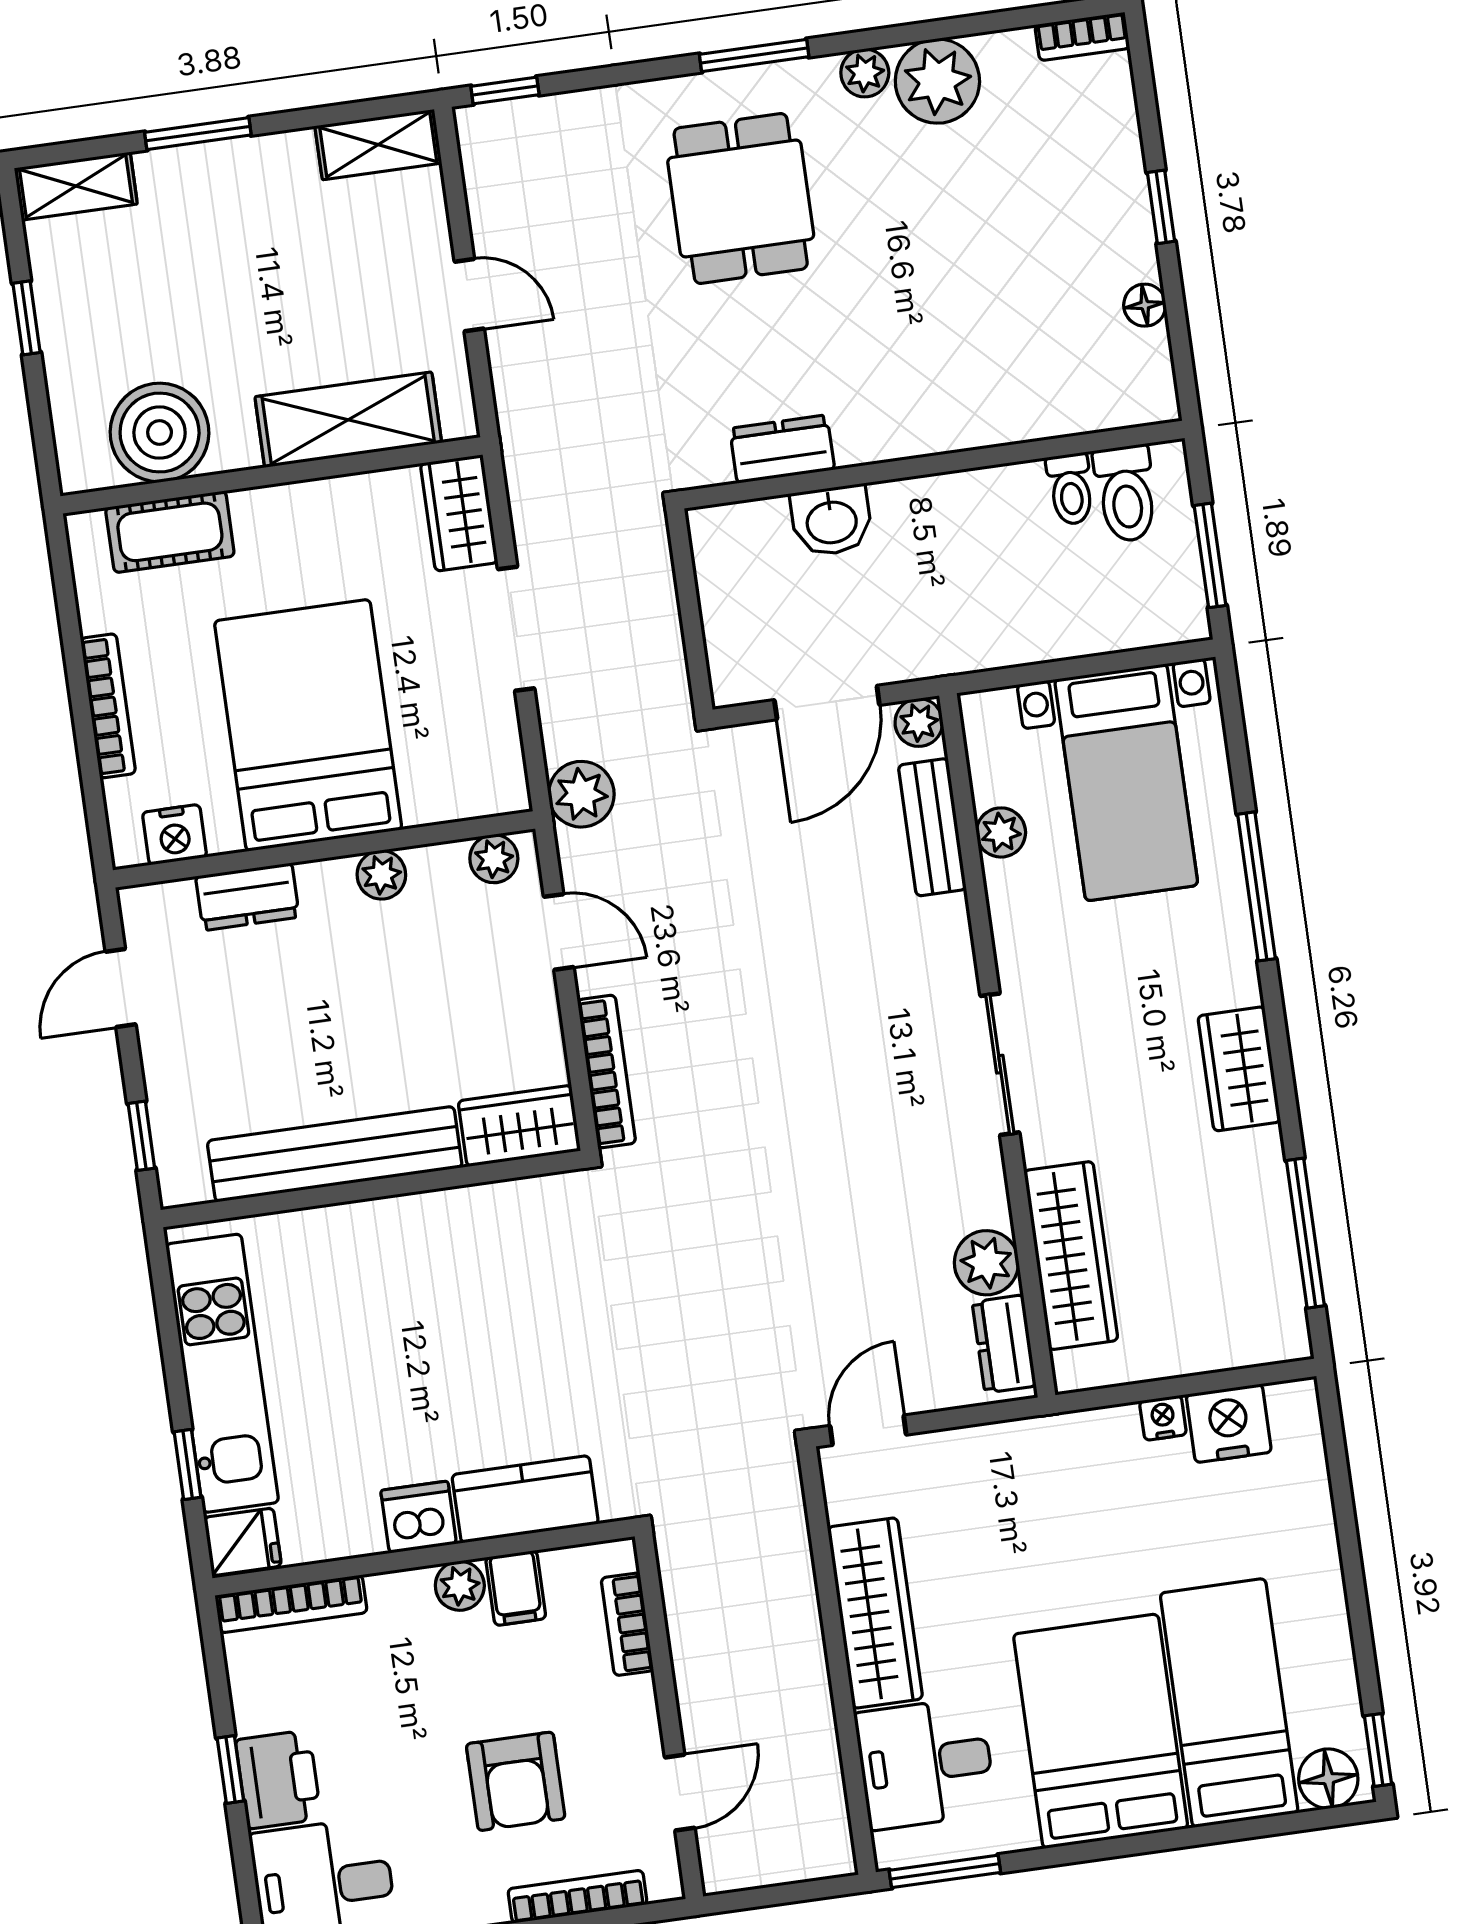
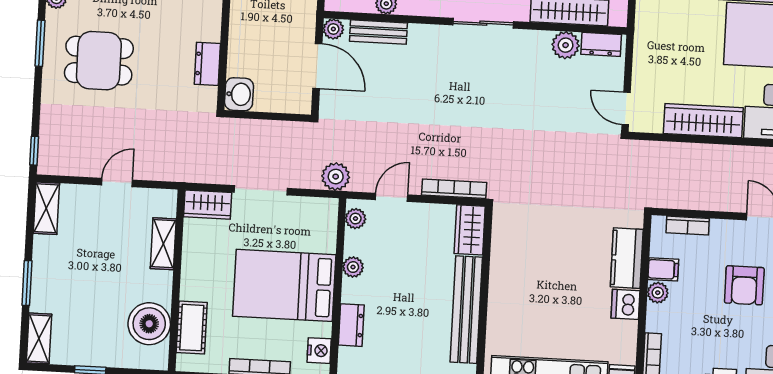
shelving: (348, 420) -> (163, 244), width x0.67, depth x0.75
washbasin: (831, 521) -> (239, 94), moved
armchair: (516, 1781) -> (744, 285), turned 90

